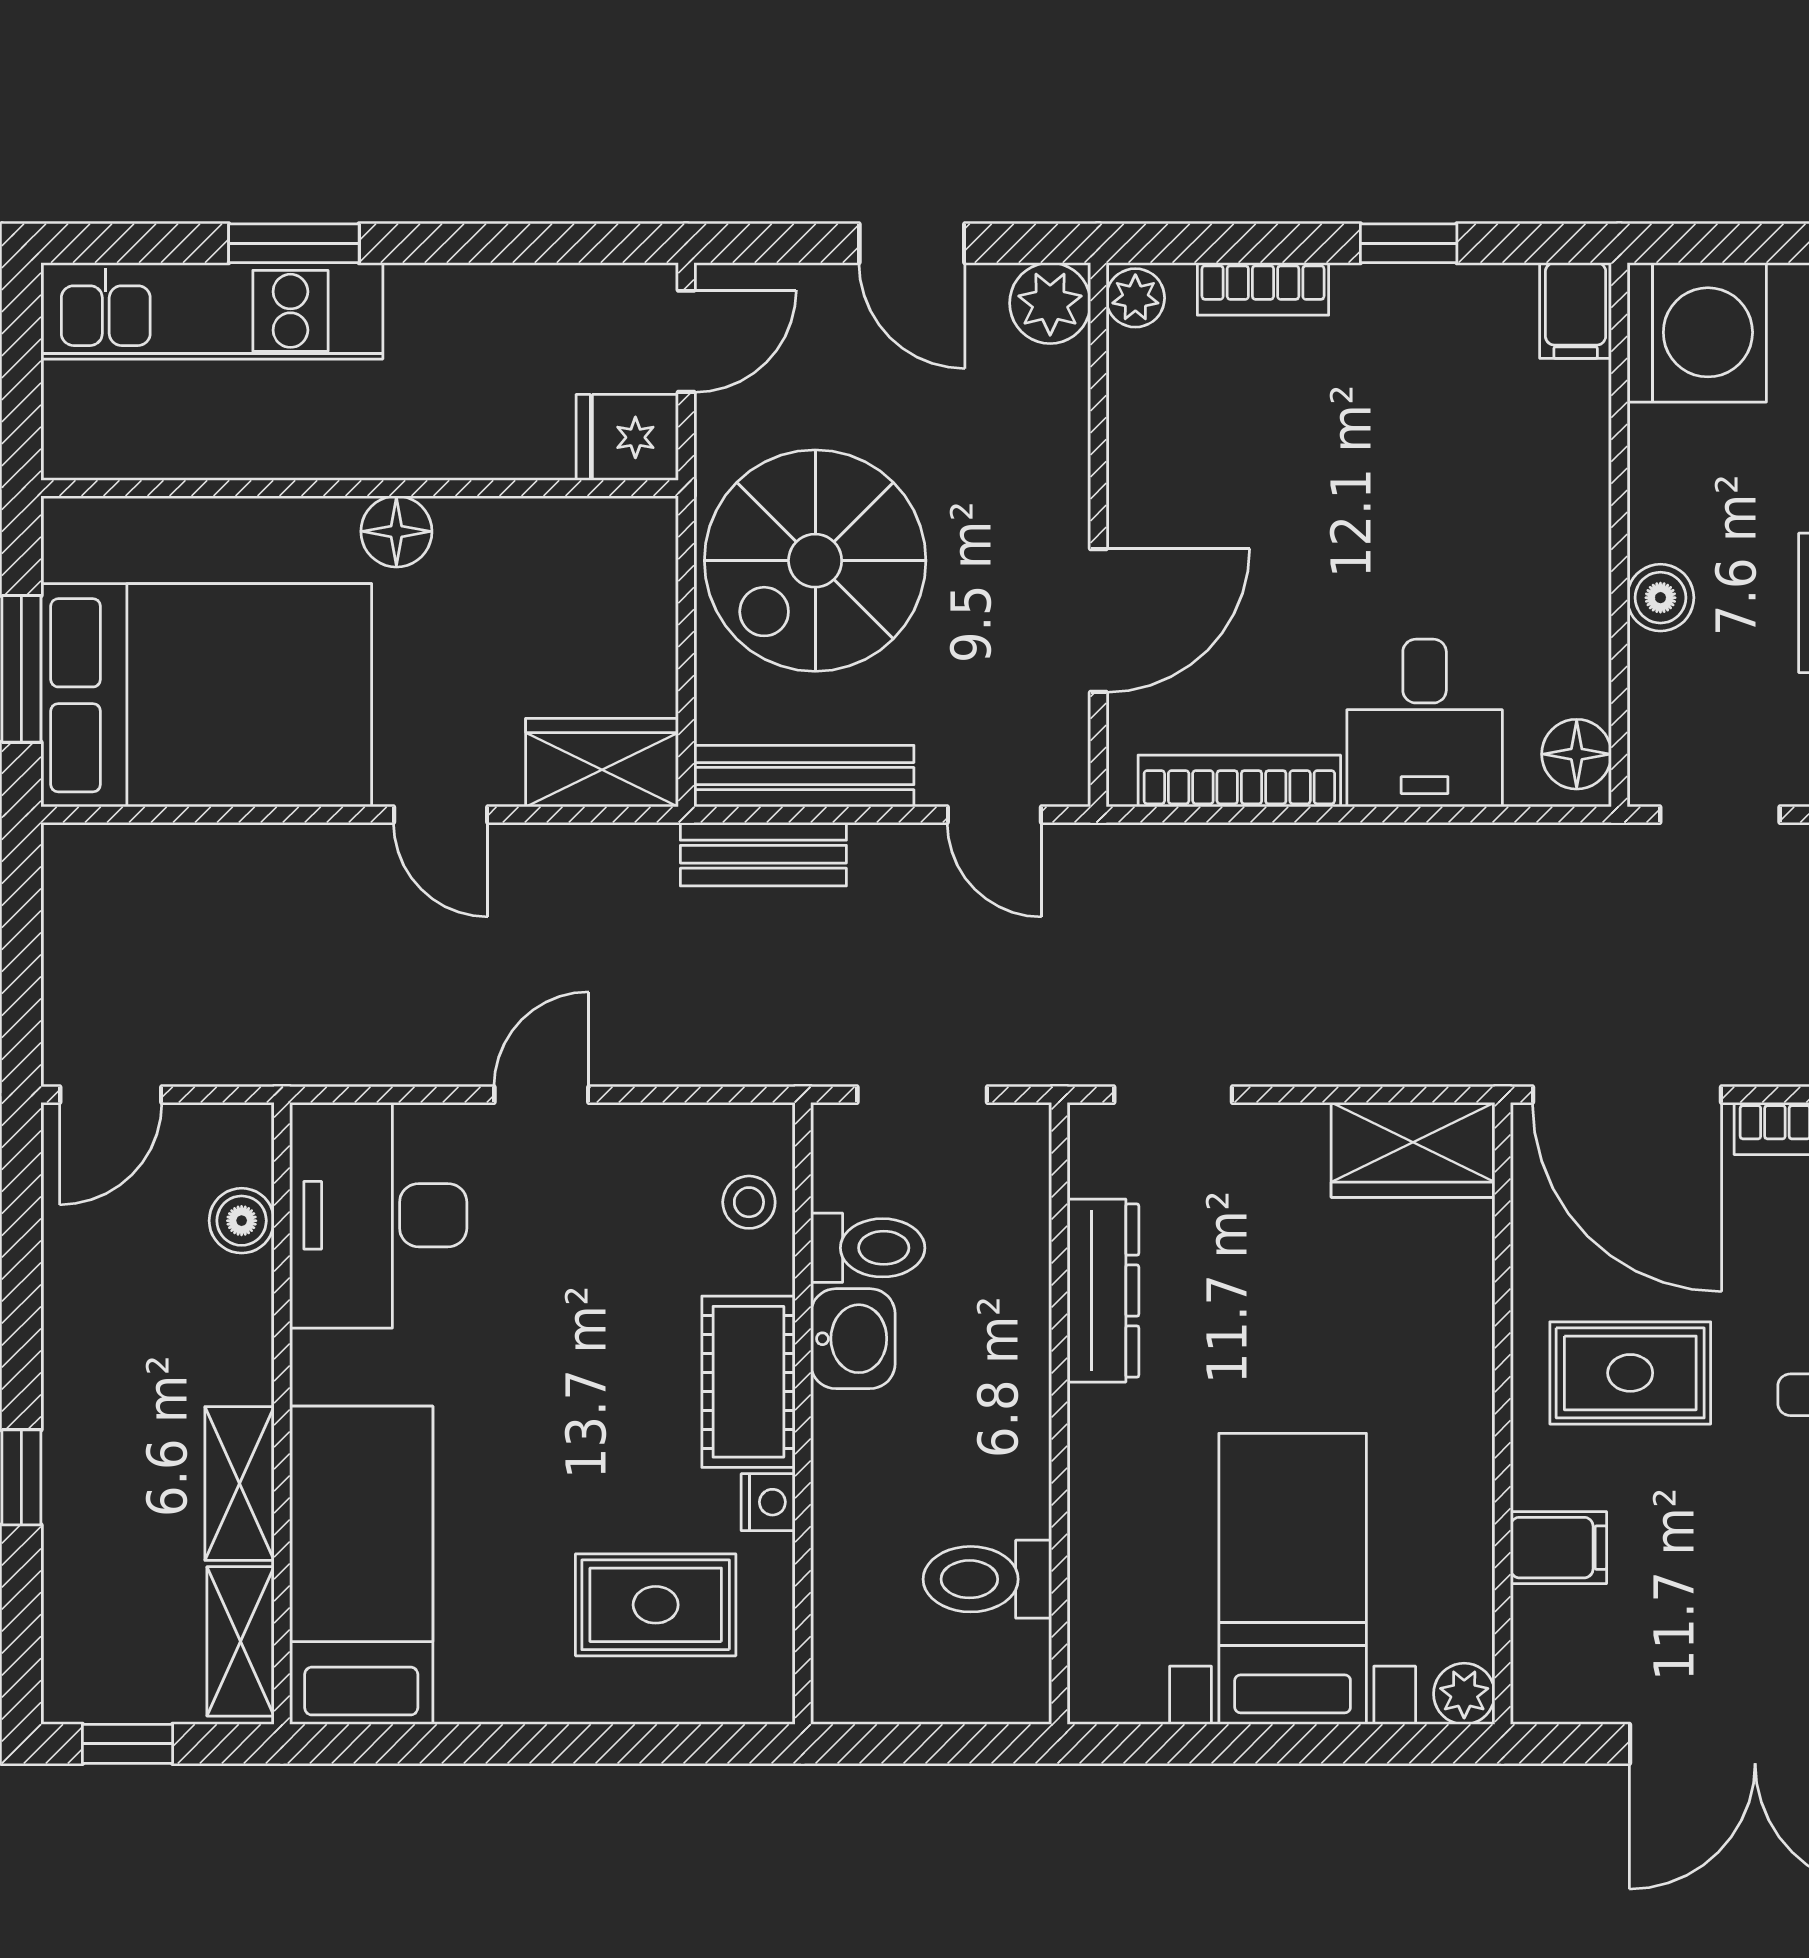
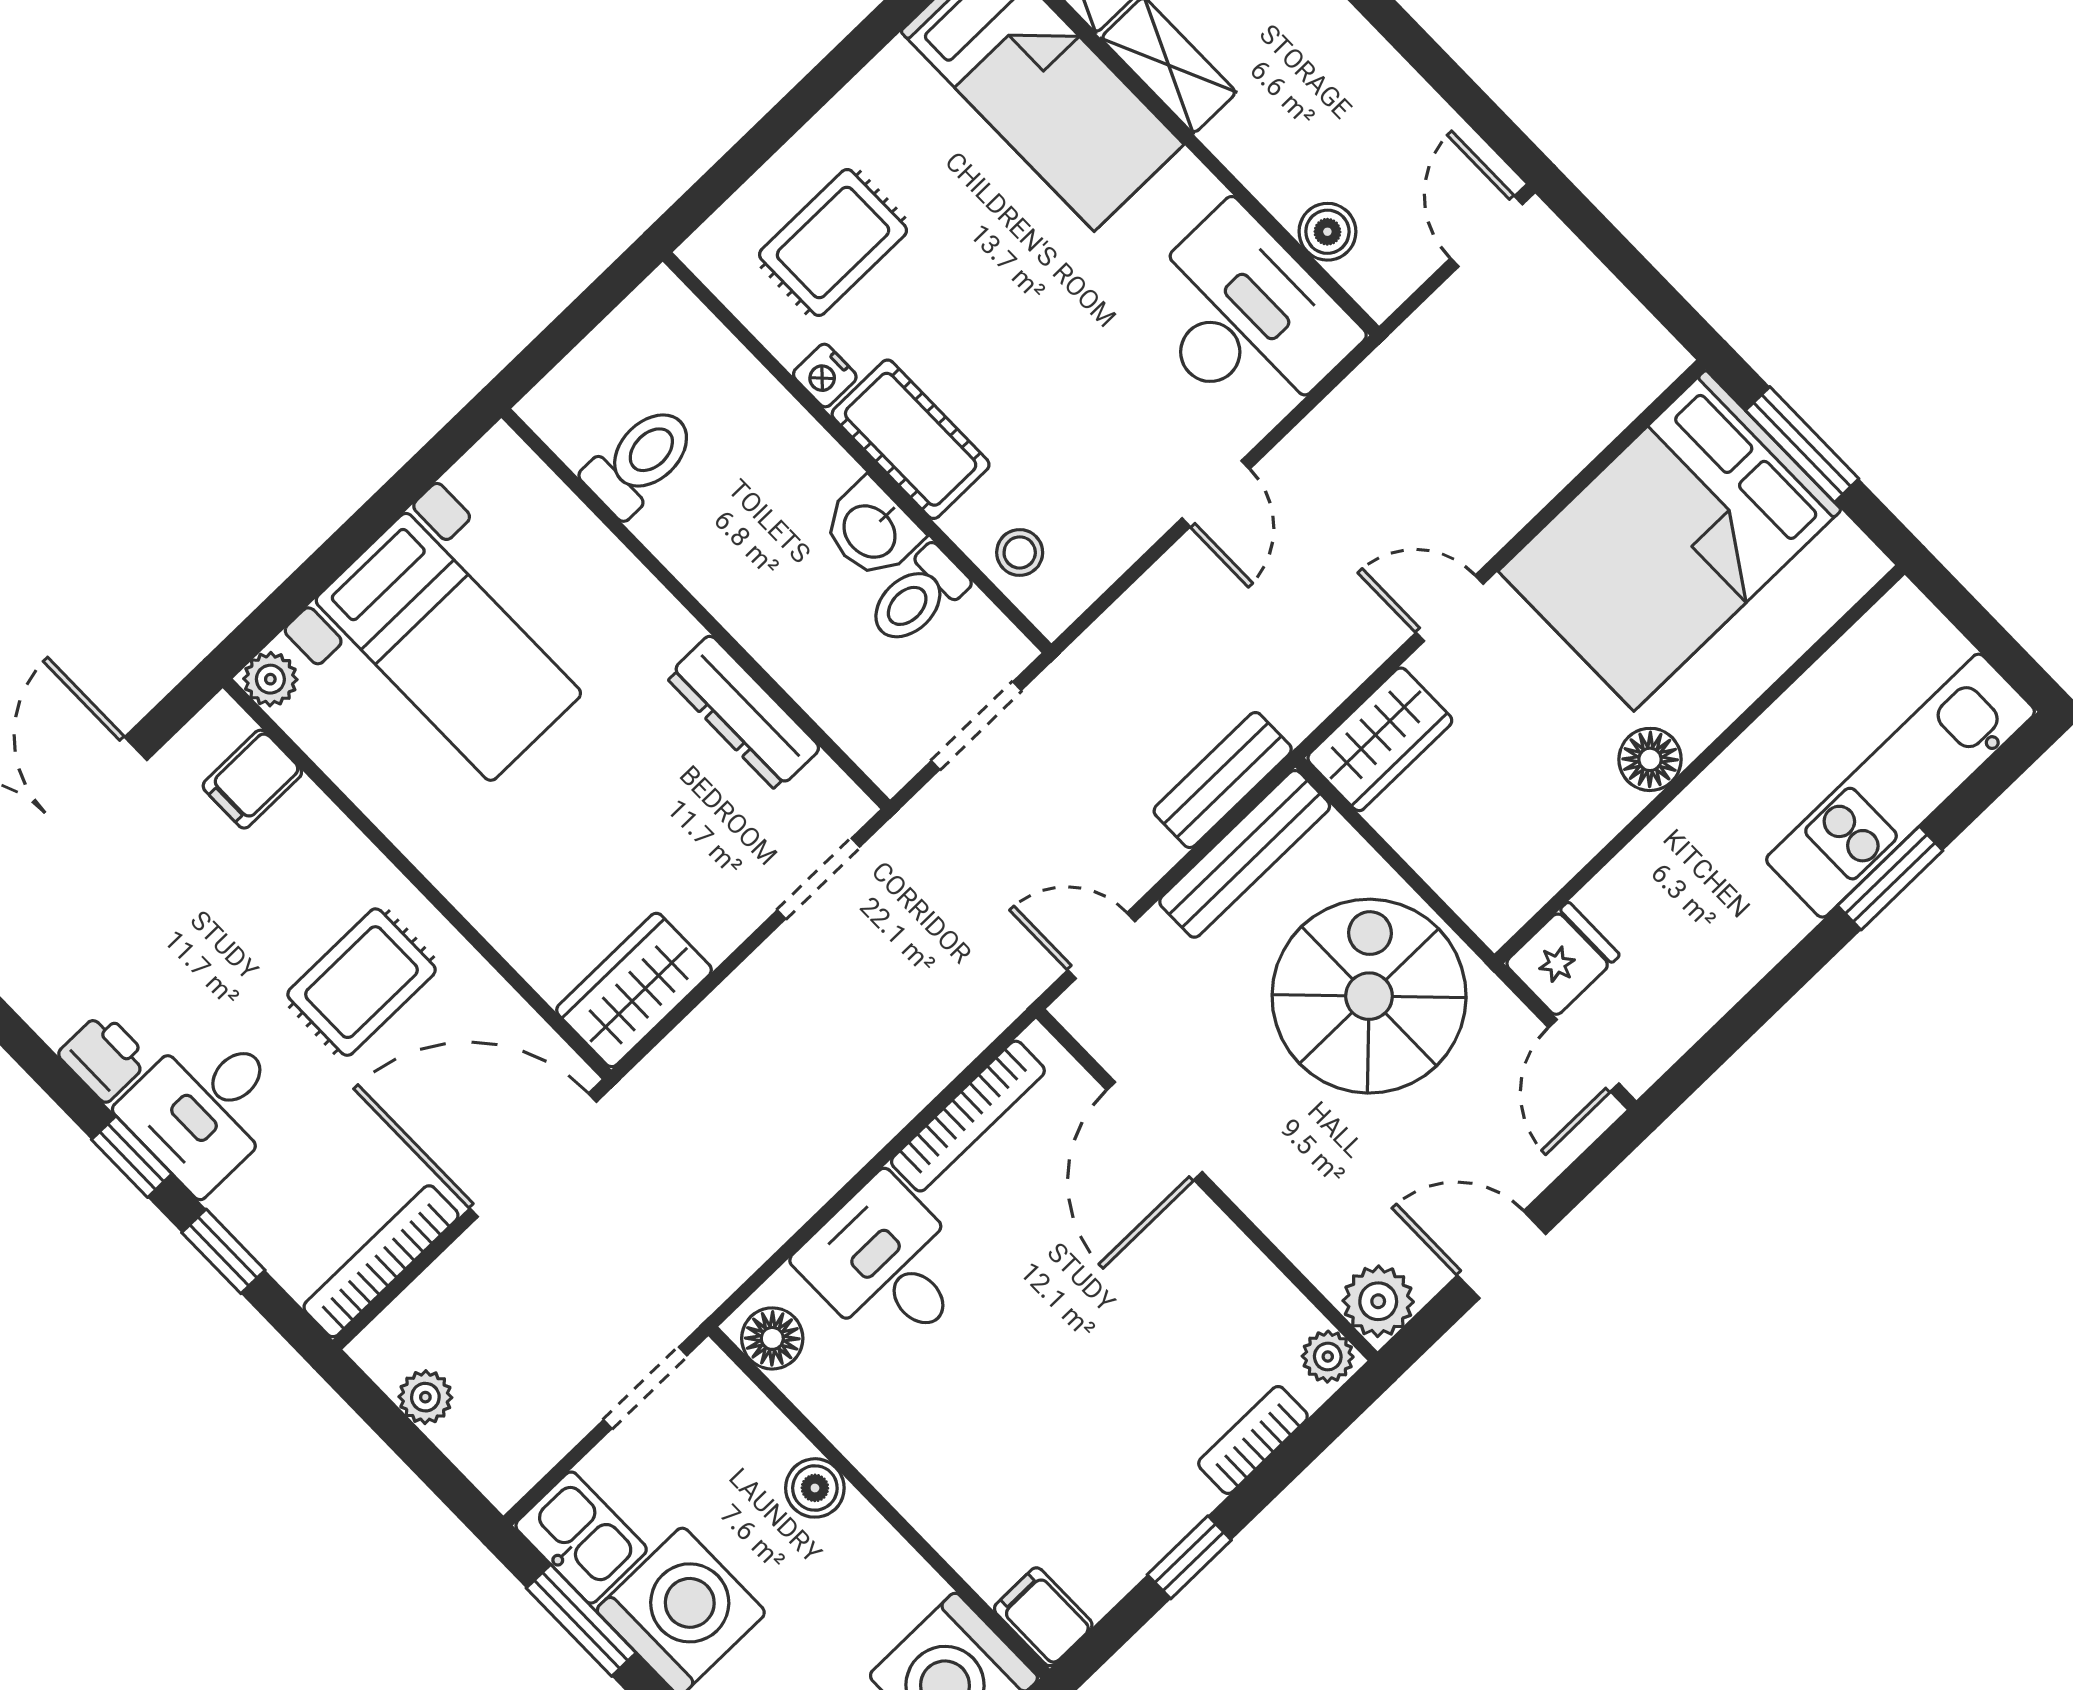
filing cabinet: (1558, 1548) -> (252, 779), moved

